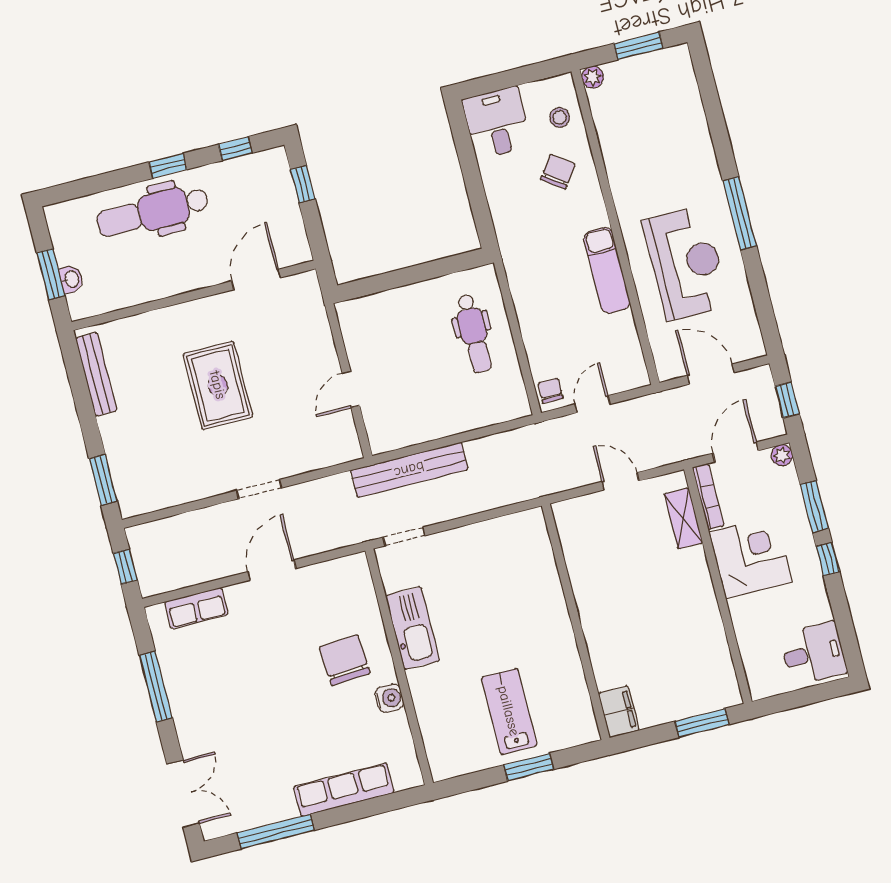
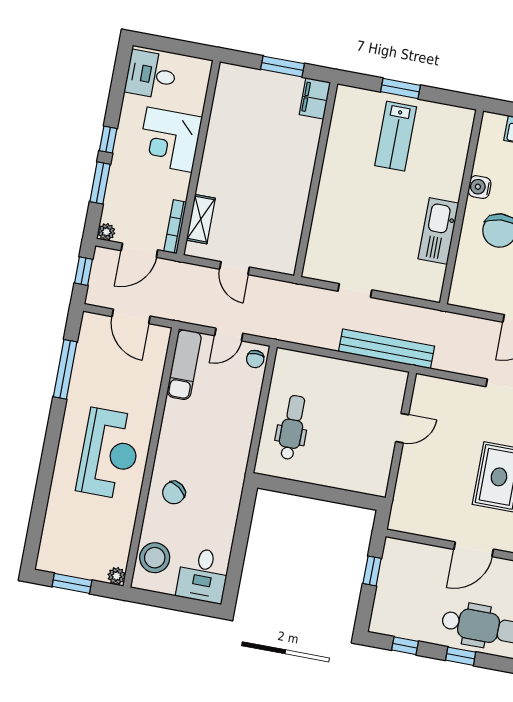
stool: (560, 117) -> (155, 558), width x1.89, depth x1.89
chair: (558, 172) -> (174, 493), moved
window: (303, 184) -> (372, 571), moved
window: (740, 213) -> (65, 369), moved
reception desk: (686, 263) -> (109, 454), moved, turned 180
exam couch: (607, 270) -> (184, 365), moved
door: (256, 279) -> (474, 549), moved
doorway: (404, 536) -> (355, 291), moved
corner desk: (751, 557) -> (170, 140), moved
window: (702, 723) -> (283, 66), moved

